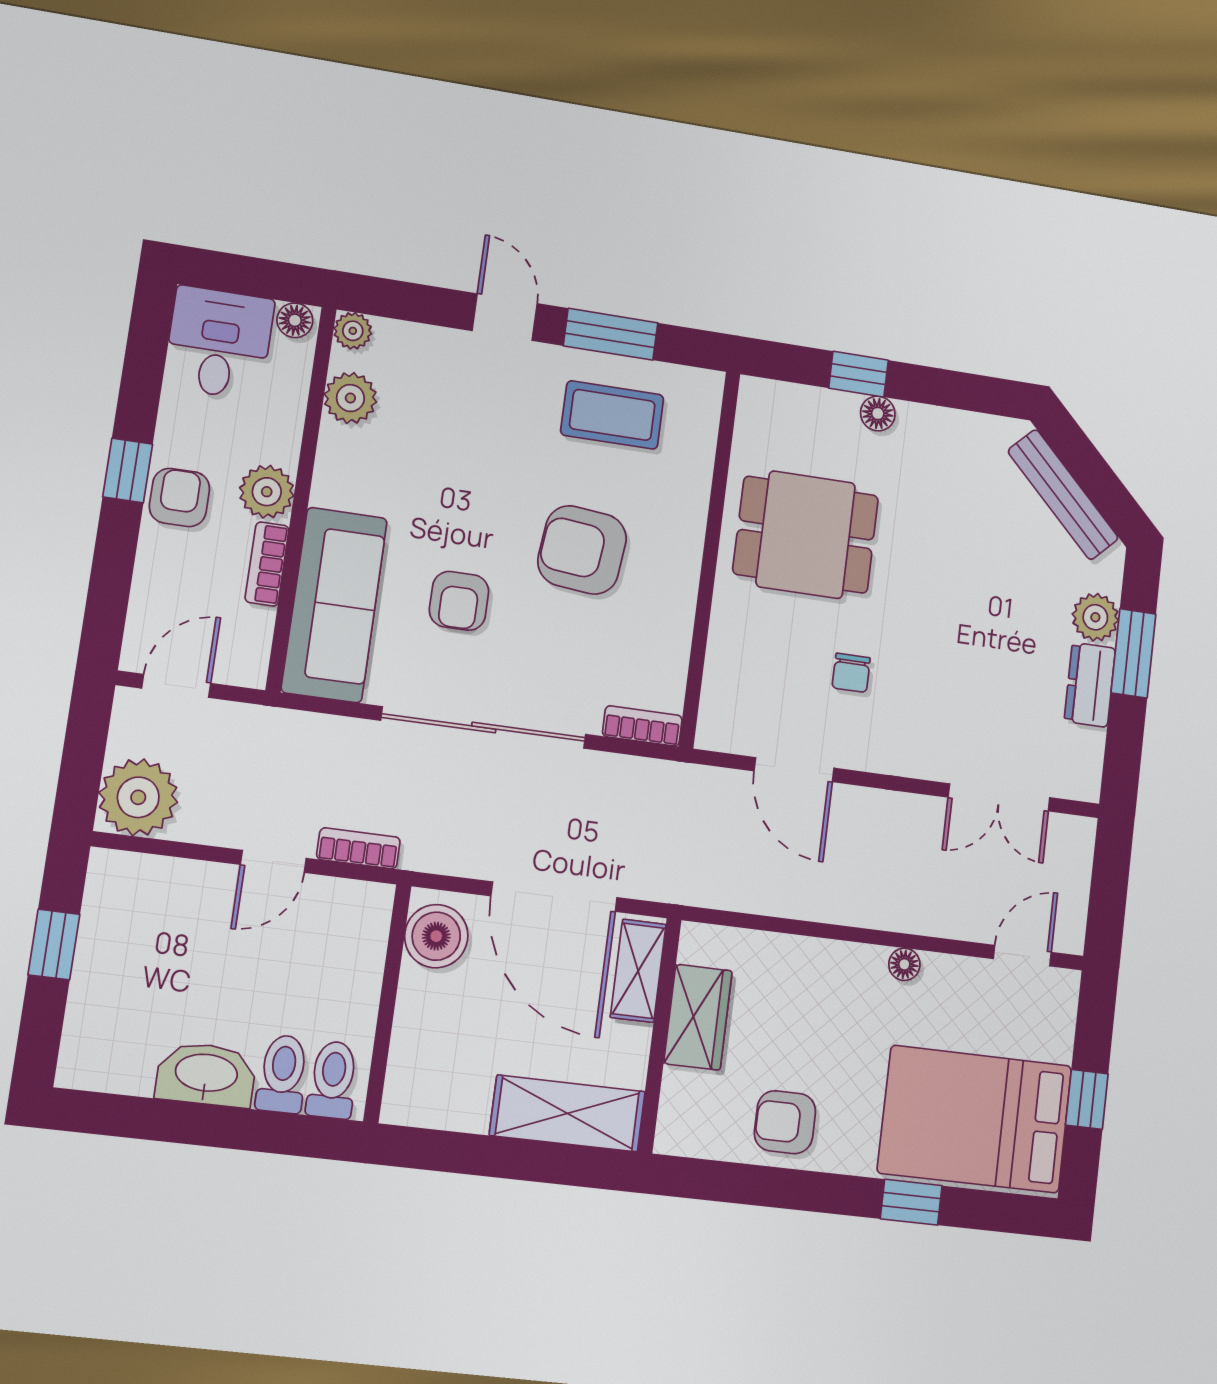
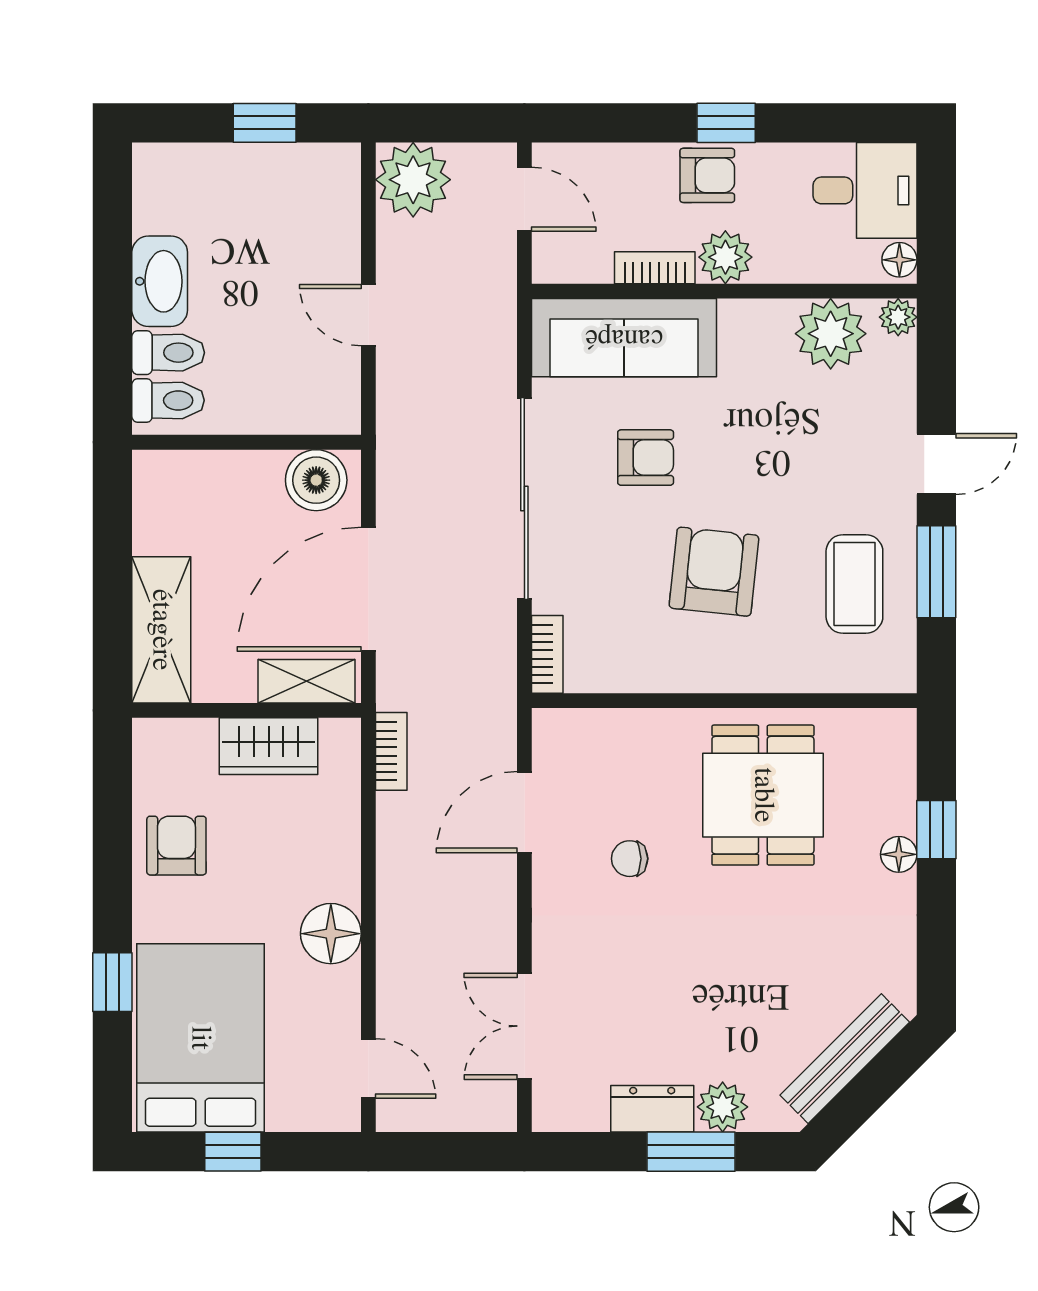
plant: (350, 398) -> (831, 334), width x1.36, depth x1.36
armchair: (459, 601) -> (646, 458), turned 180
bookcase: (358, 848) -> (391, 751), moved
floor lamp: (904, 964) -> (331, 934), width x1.89, depth x1.89

